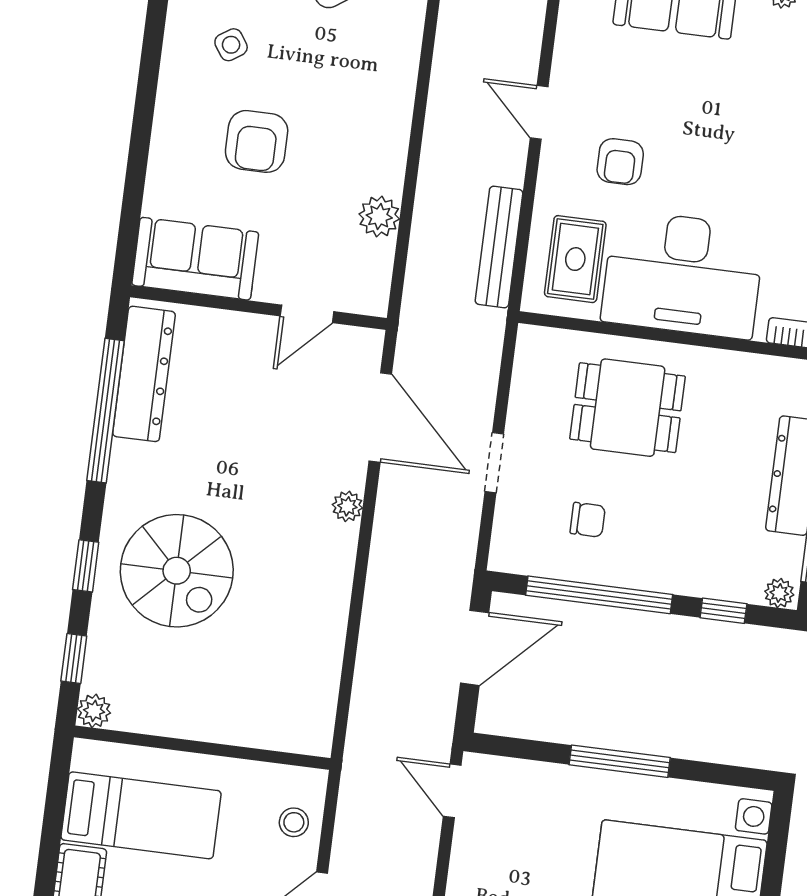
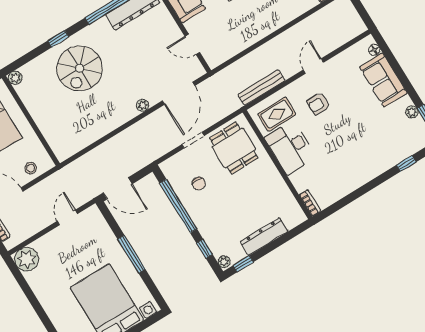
plant: (379, 216) -> (241, 42), removed
desk: (683, 274) -> (290, 147), width x0.73, depth x0.77
dining table: (628, 408) -> (234, 148), moved
door: (475, 648) -> (118, 188), moved
window: (74, 658) -> (26, 58), removed
door: (452, 791) -> (67, 217), moved

